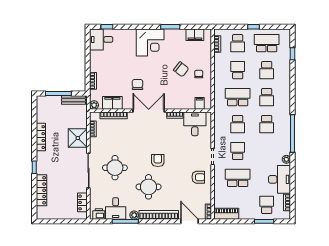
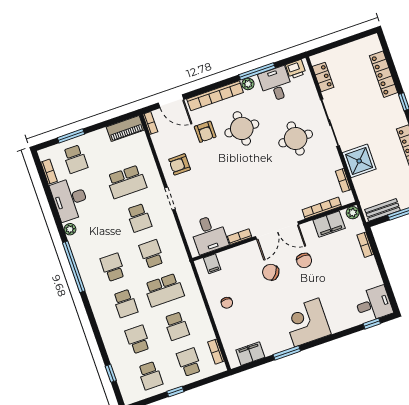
school desk: (267, 43) -> (150, 376), width x0.54
chair: (181, 69) -> (271, 272), moved
school desk: (267, 97) -> (125, 303), turned 180
armchair: (158, 160) -> (205, 132), moved

